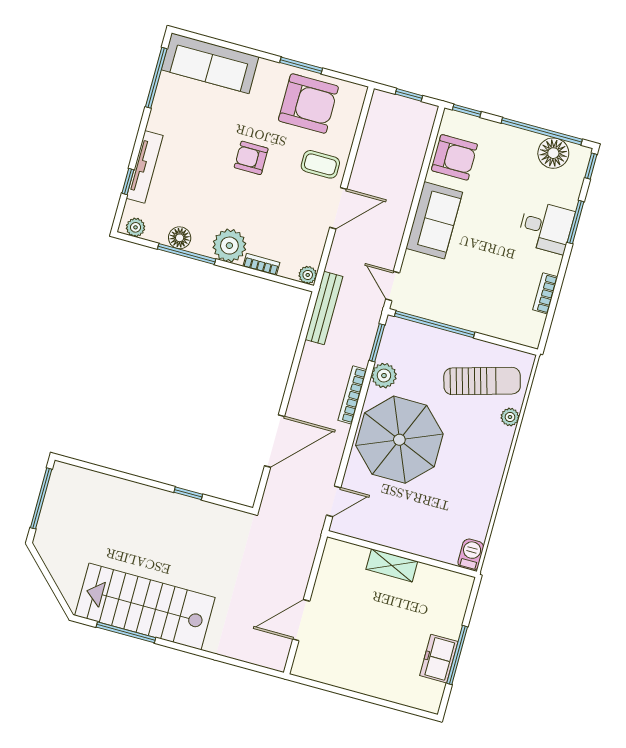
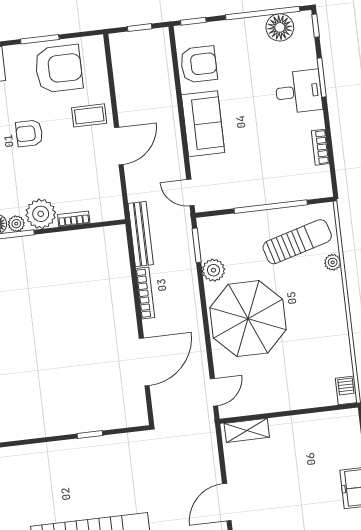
plant: (308, 275) -> (16, 224), moved
window: (435, 324) -> (271, 207), moved
bookcase: (352, 395) -> (145, 293), moved, turned 180
shelving: (392, 565) -> (247, 430), moved

